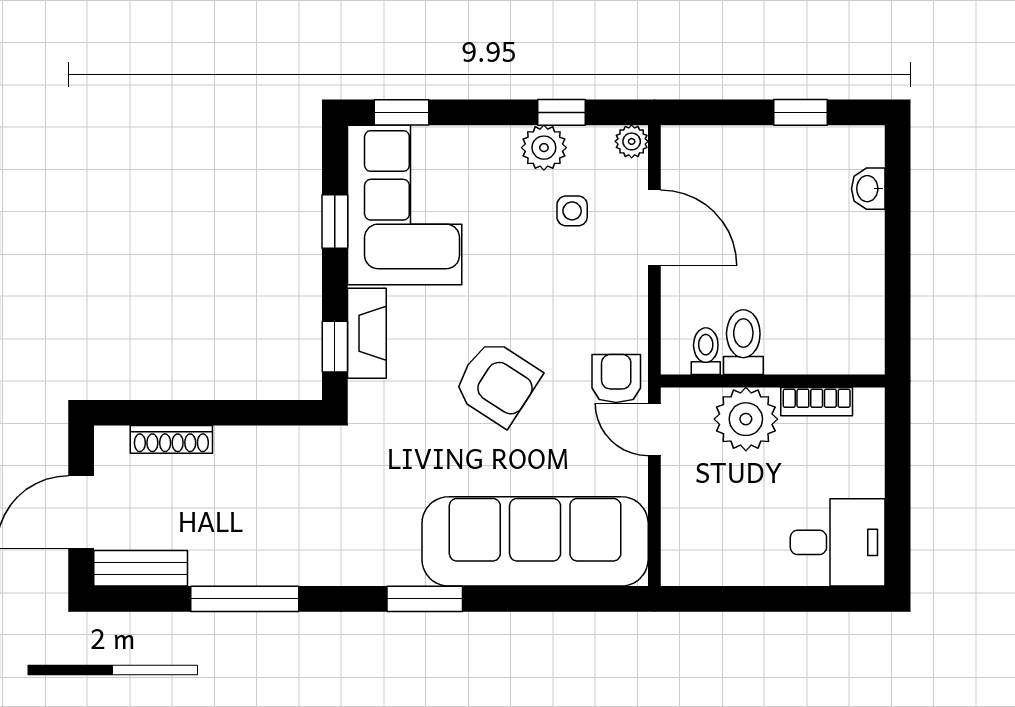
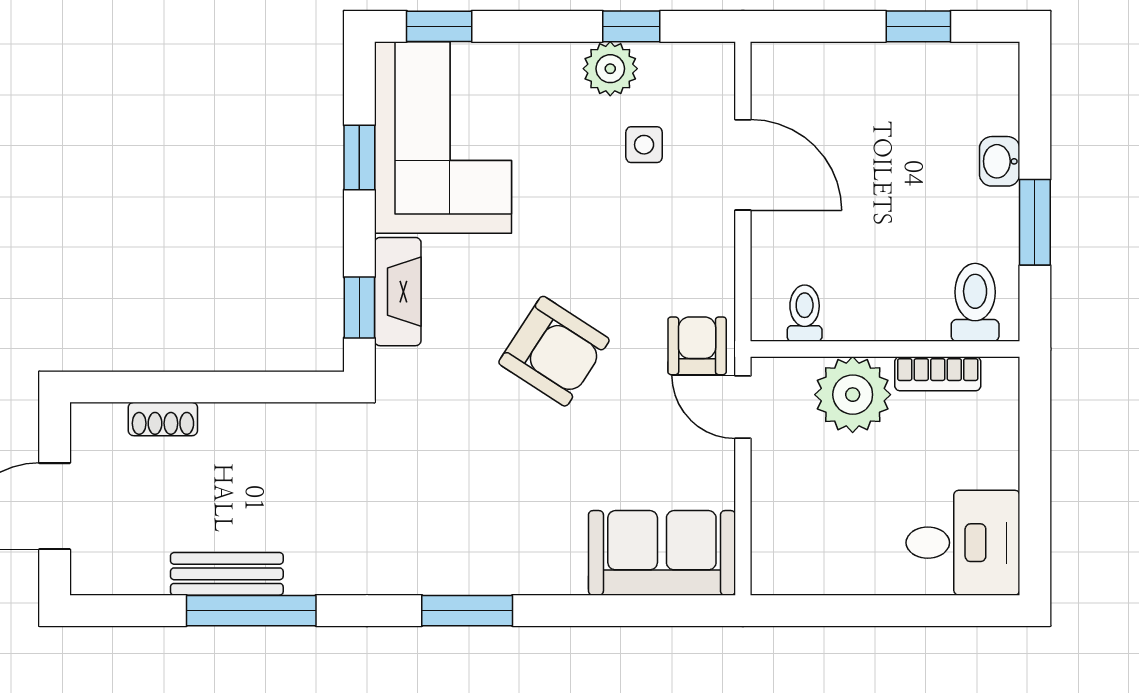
plant: (632, 141) -> (716, 61), removed
washbasin: (868, 189) -> (1000, 161), moved
window: (898, 276) -> (1035, 222), added
toilet: (743, 342) -> (975, 302), moved
shoe rack: (171, 439) -> (163, 419), width x0.70
sofa: (535, 541) -> (662, 553), width x0.54, depth x0.79
bench: (141, 568) -> (227, 574), moved

